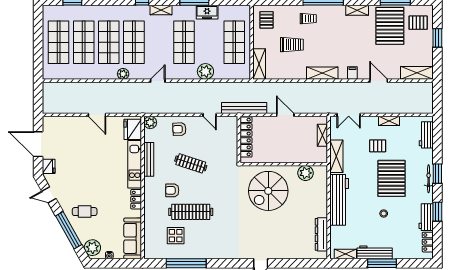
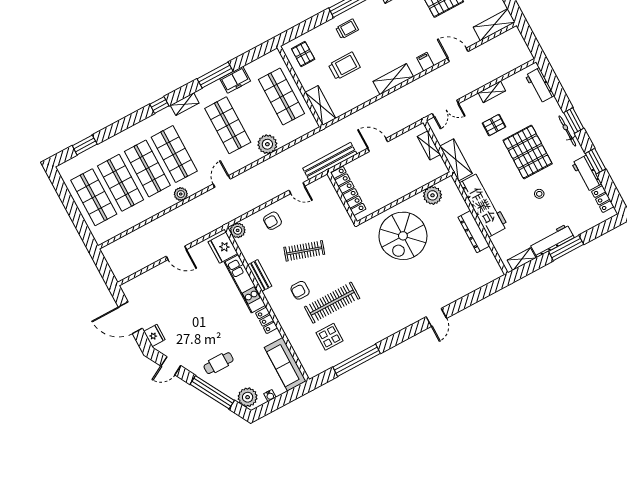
bench: (149, 159) -> (260, 275), width x0.73
dresser: (321, 234) -> (474, 232), moved

